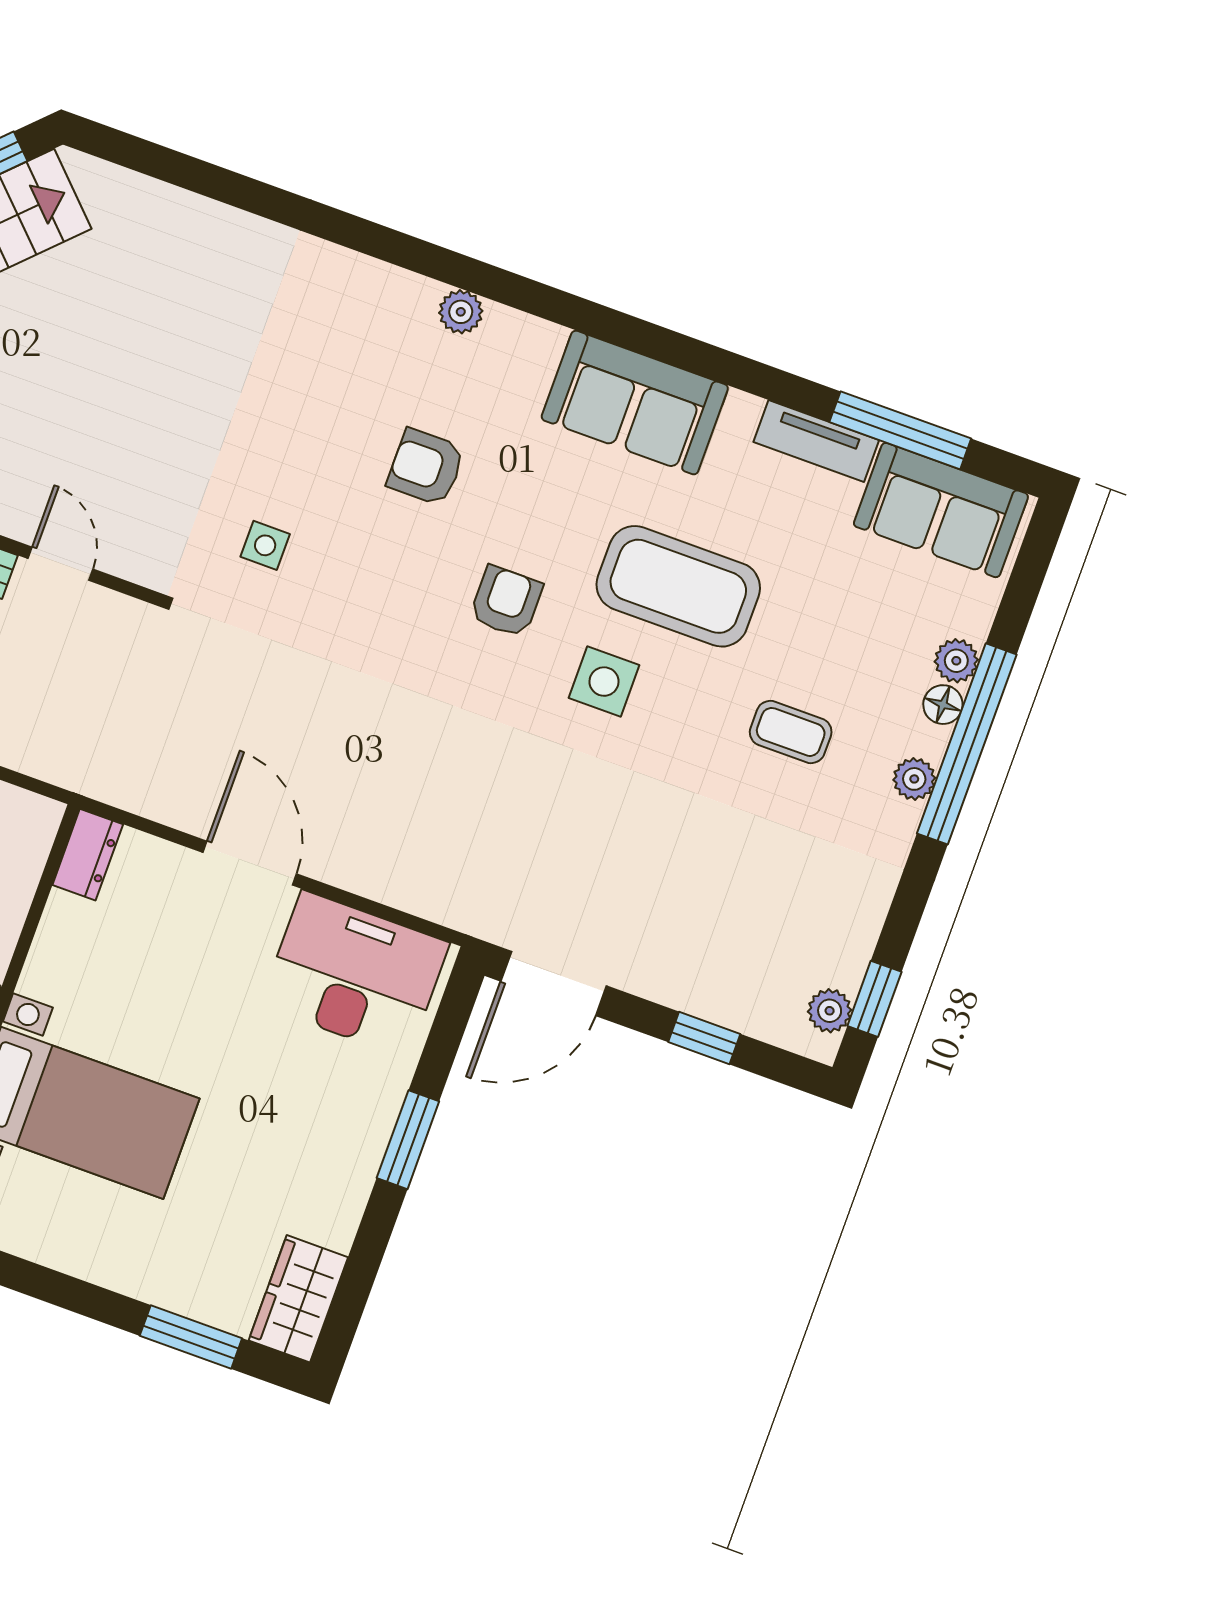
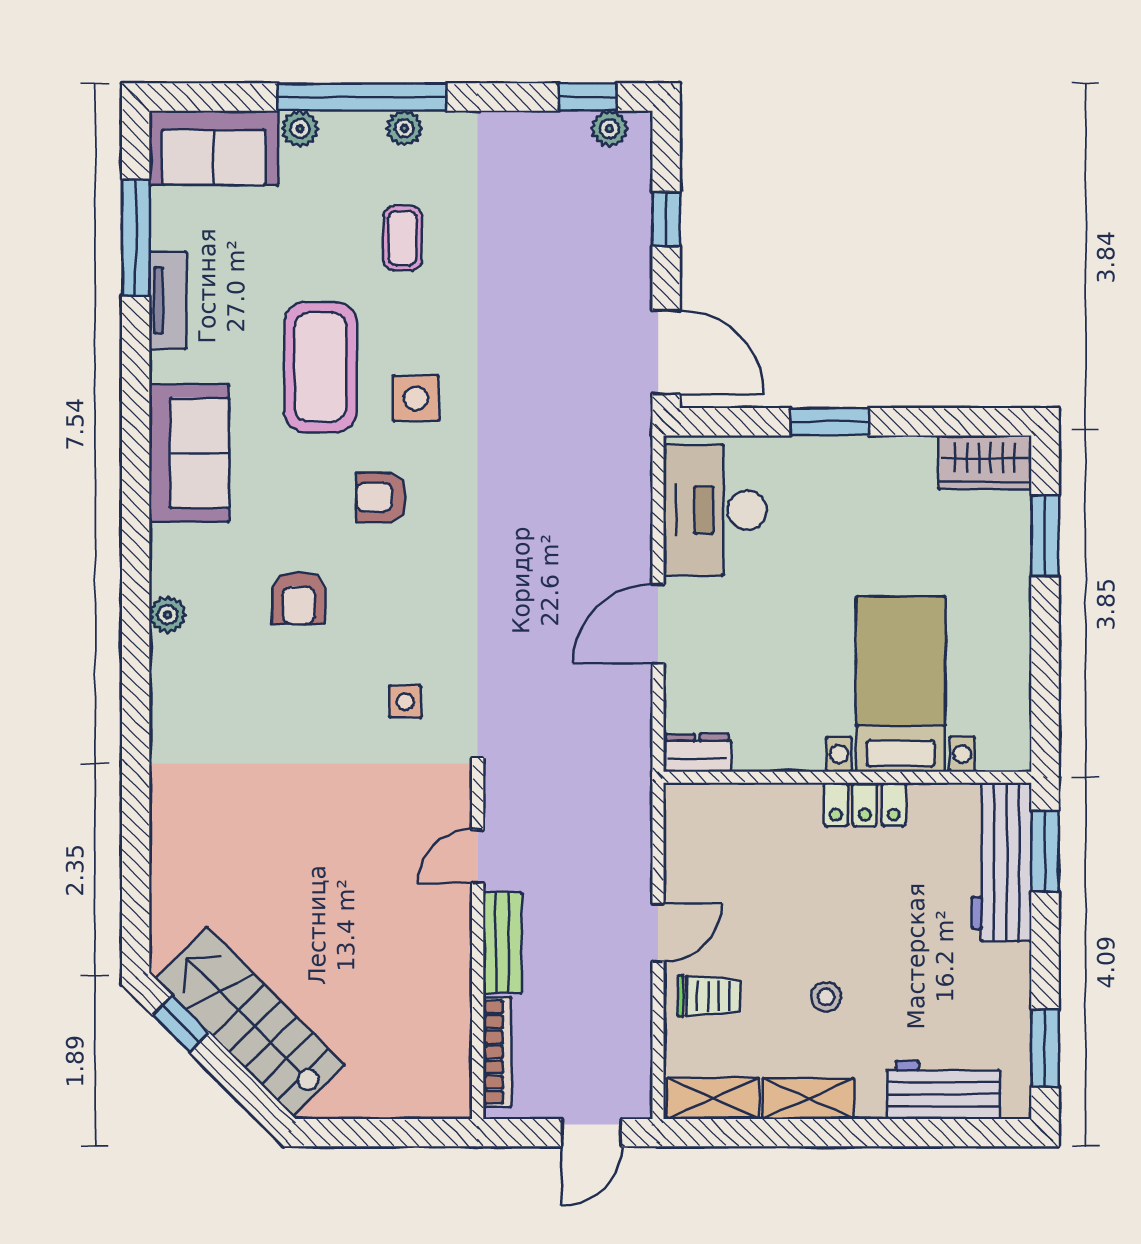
sofa: (941, 510) -> (214, 148), moved, turned 90
floor lamp: (943, 705) -> (338, 127), removed

